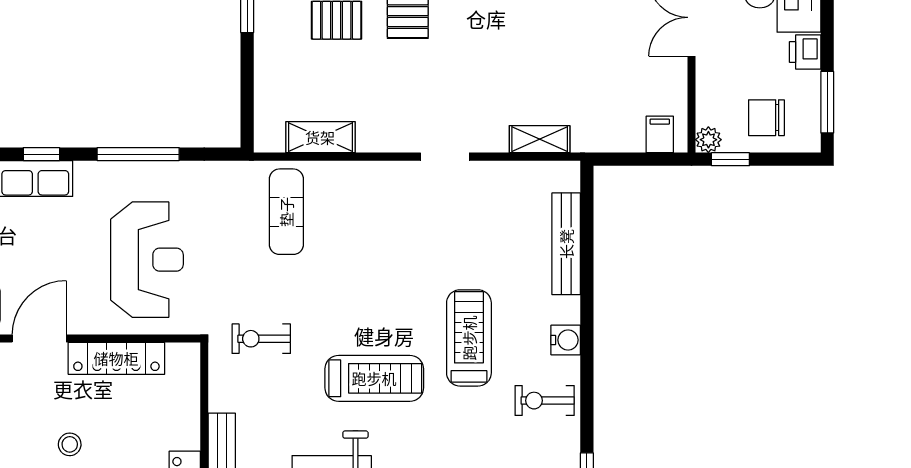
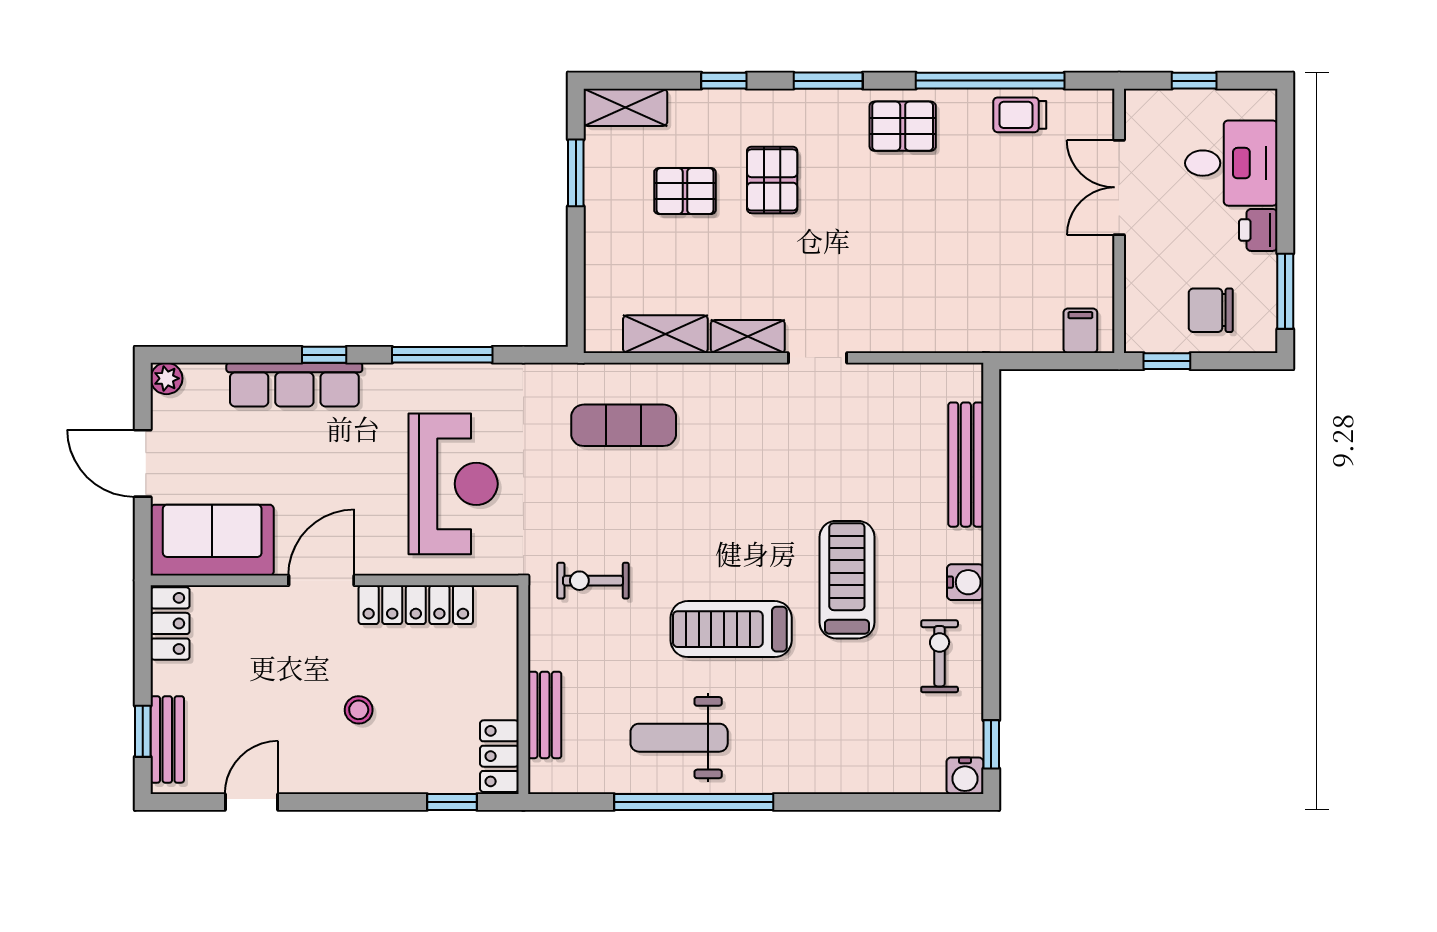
shelving: (540, 139) -> (748, 337), moved
plant: (708, 140) -> (1140, 337), removed
exercise mat: (286, 212) -> (624, 425), turned 90
treadmill: (374, 378) -> (731, 629), turned 180
exercise bike: (545, 401) -> (940, 656), turned 90

